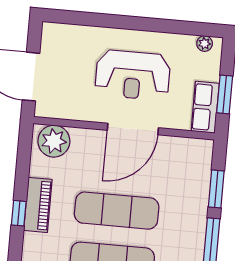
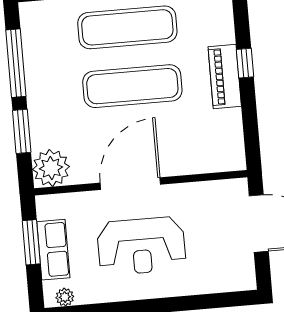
reception desk: (133, 75) -> (141, 246), turned 180
row of seats: (205, 107) -> (53, 250), moved
plant: (54, 141) -> (51, 168), moved

